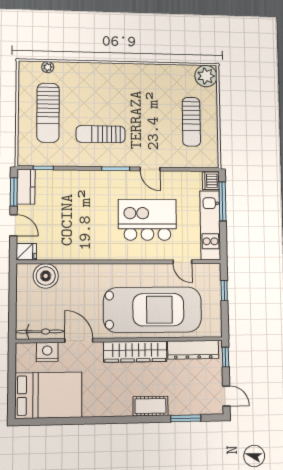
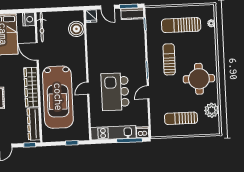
plant: (206, 76) -> (212, 110), moved
round table: (132, 91) -> (199, 79), added
kitchen island: (147, 220) -> (115, 92), turned 180
door: (13, 225) -> (107, 7), hinge flipped
door: (182, 262) -> (88, 88), moved
door: (79, 340) -> (37, 52), swing flipped
nightstand: (47, 352) -> (29, 19), moved

